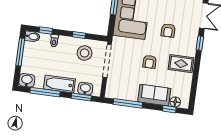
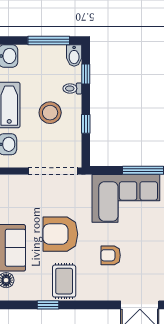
window: (200, 43) -> (48, 305), moved
stool: (85, 53) -> (50, 113), moved
armchair: (150, 62) -> (60, 234), width x1.88, depth x1.88

